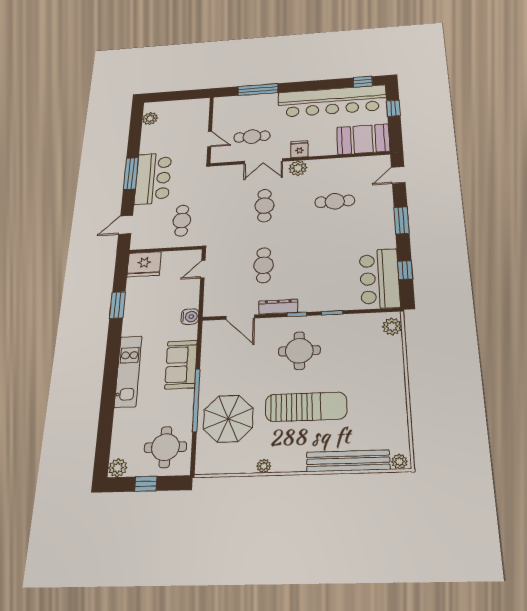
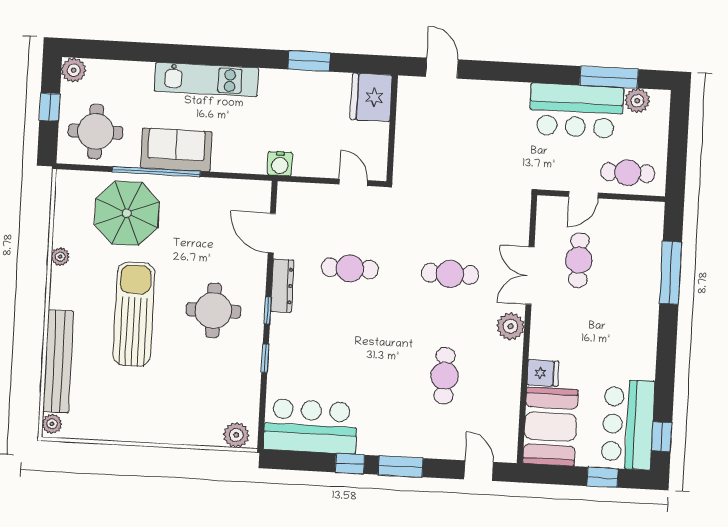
bar counter: (332, 101) -> (628, 424), width x0.54
fridge: (299, 149) -> (543, 373), moved
window: (131, 173) -> (609, 77), moved
bar counter: (153, 178) -> (576, 111), moved
cafe table: (182, 221) -> (628, 173), moved
window: (405, 270) -> (350, 464), moved
door: (240, 317) -> (272, 233), hinge flipped
sofa: (181, 364) -> (176, 150), moved
sun lounger: (306, 407) -> (134, 314), turned 180

